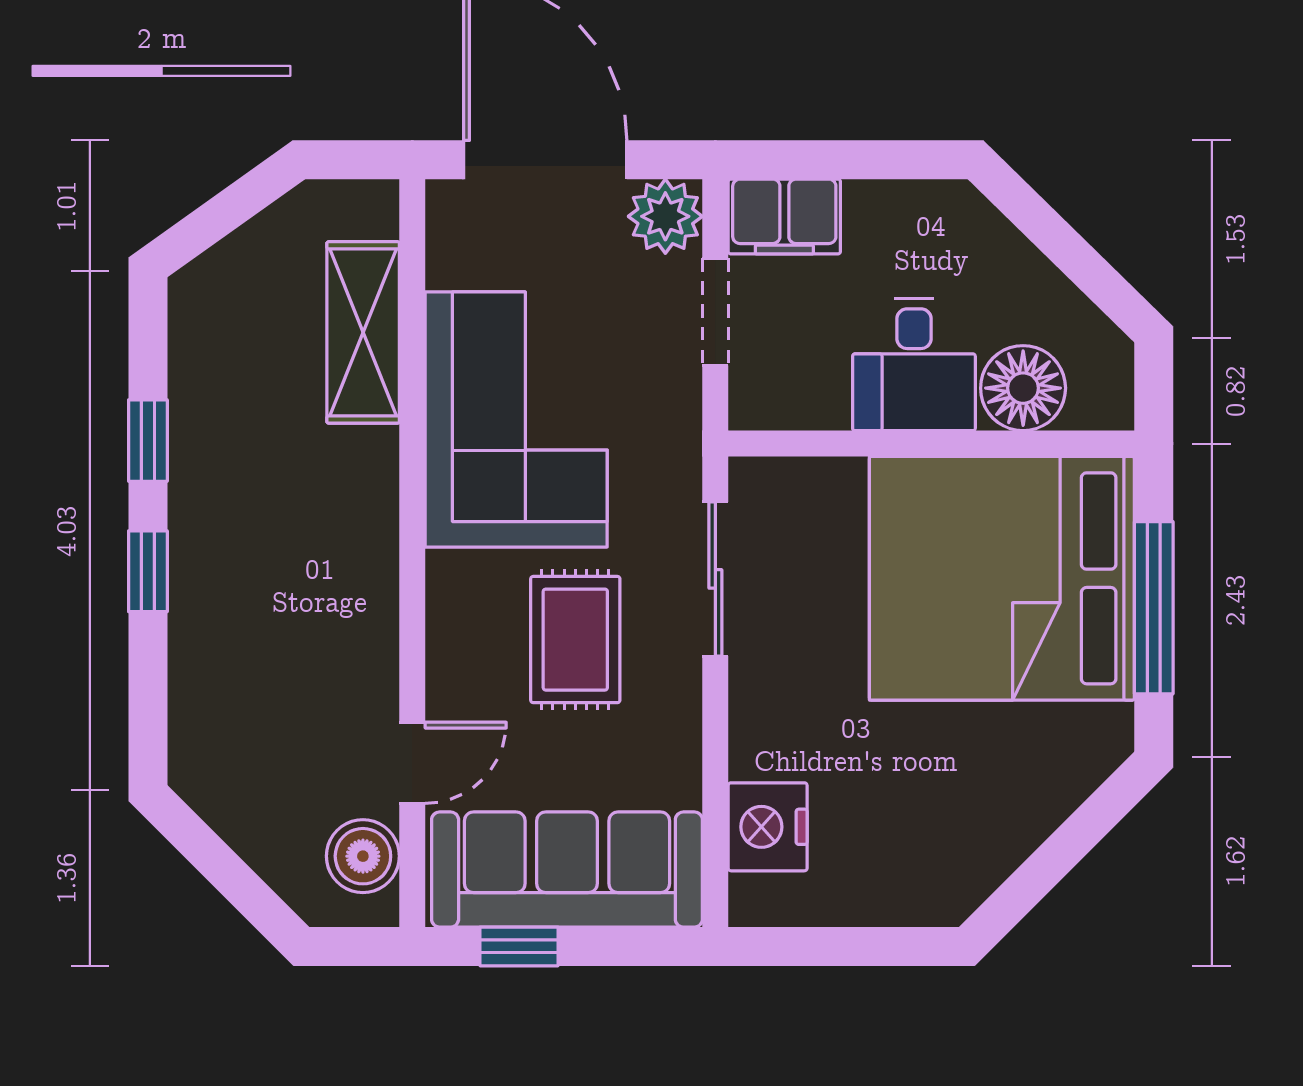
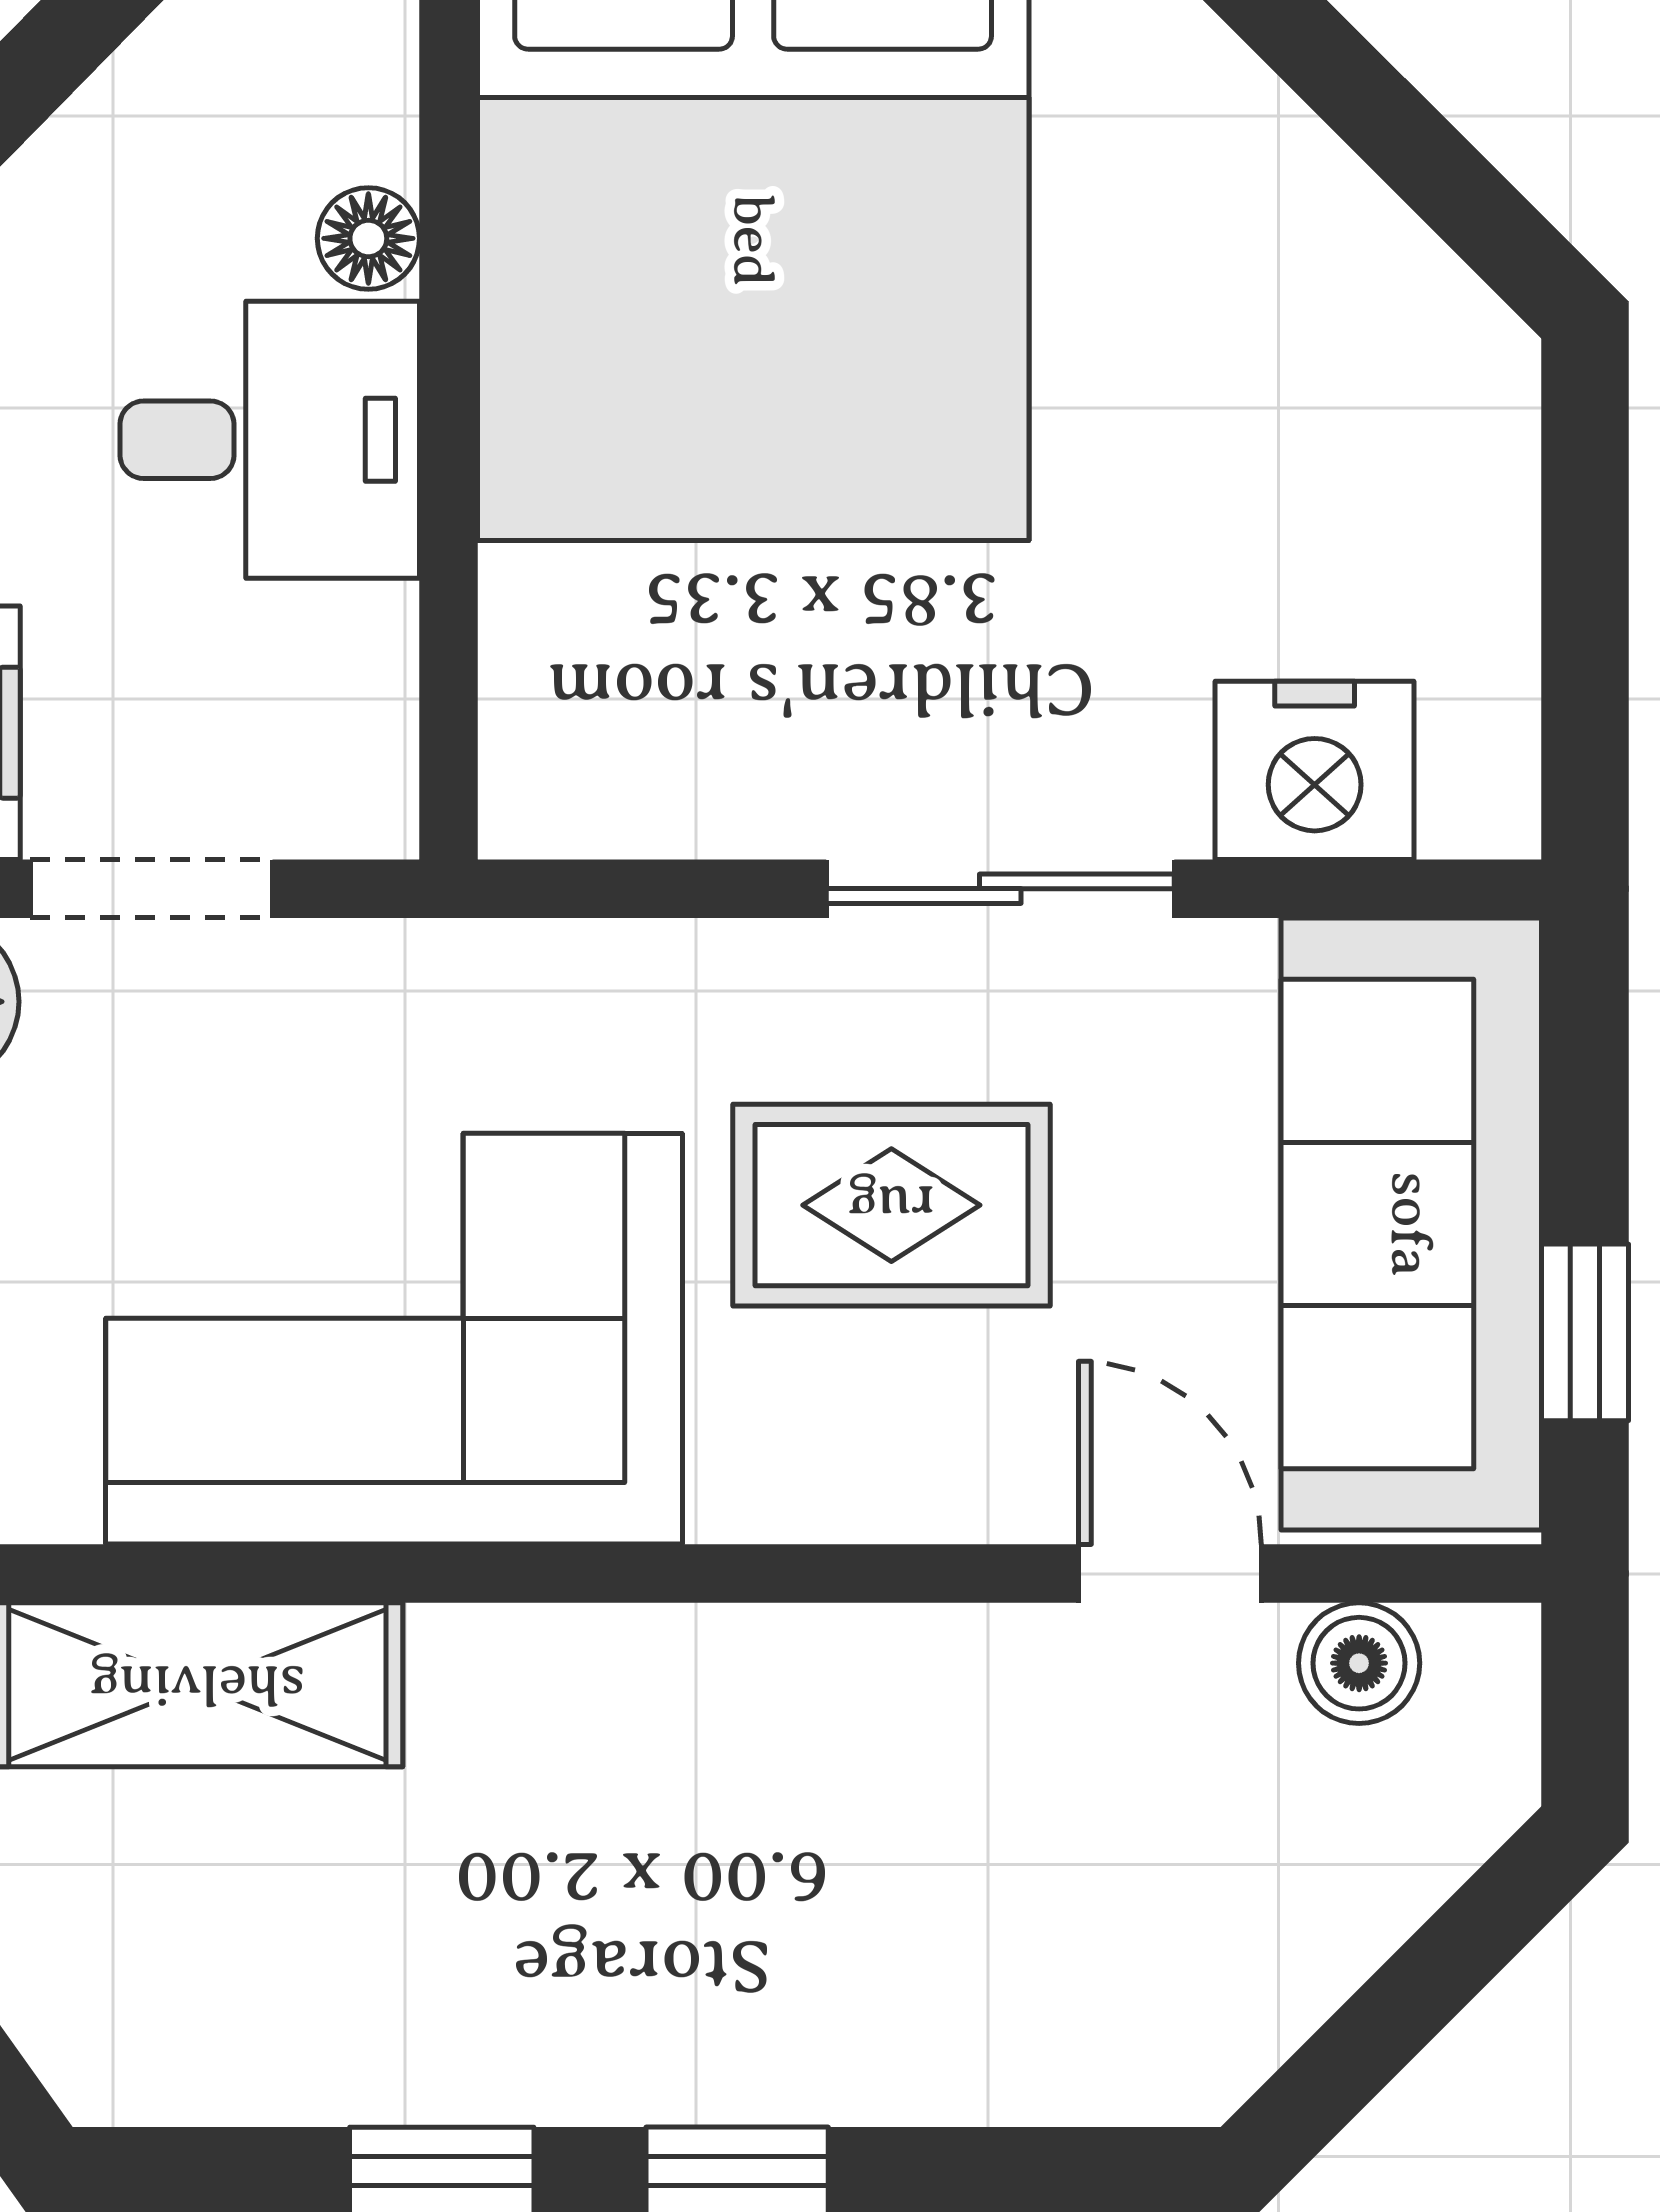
floor lamp: (1023, 388) -> (368, 238), width x0.53, depth x0.53
sliding door: (715, 579) -> (1000, 889), moved
boiler: (363, 856) -> (1359, 1663), width x0.73, depth x0.73

